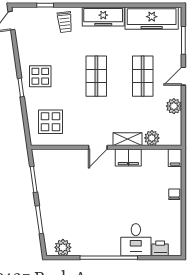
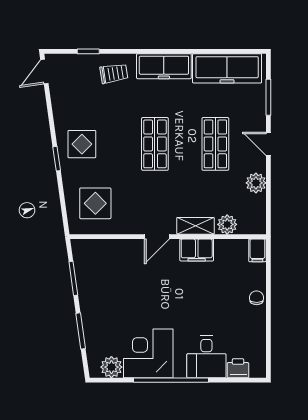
trolley: (65, 22) -> (114, 73), turned -93
door: (183, 76) -> (268, 144), hinge flipped
corner desk: (91, 237) -> (148, 353), added

